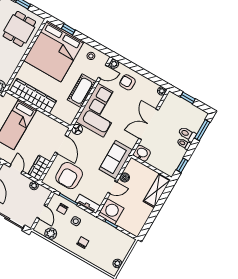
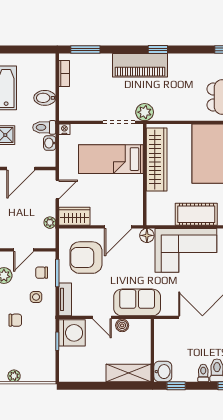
washbasin: (142, 153) -> (163, 372), moved

